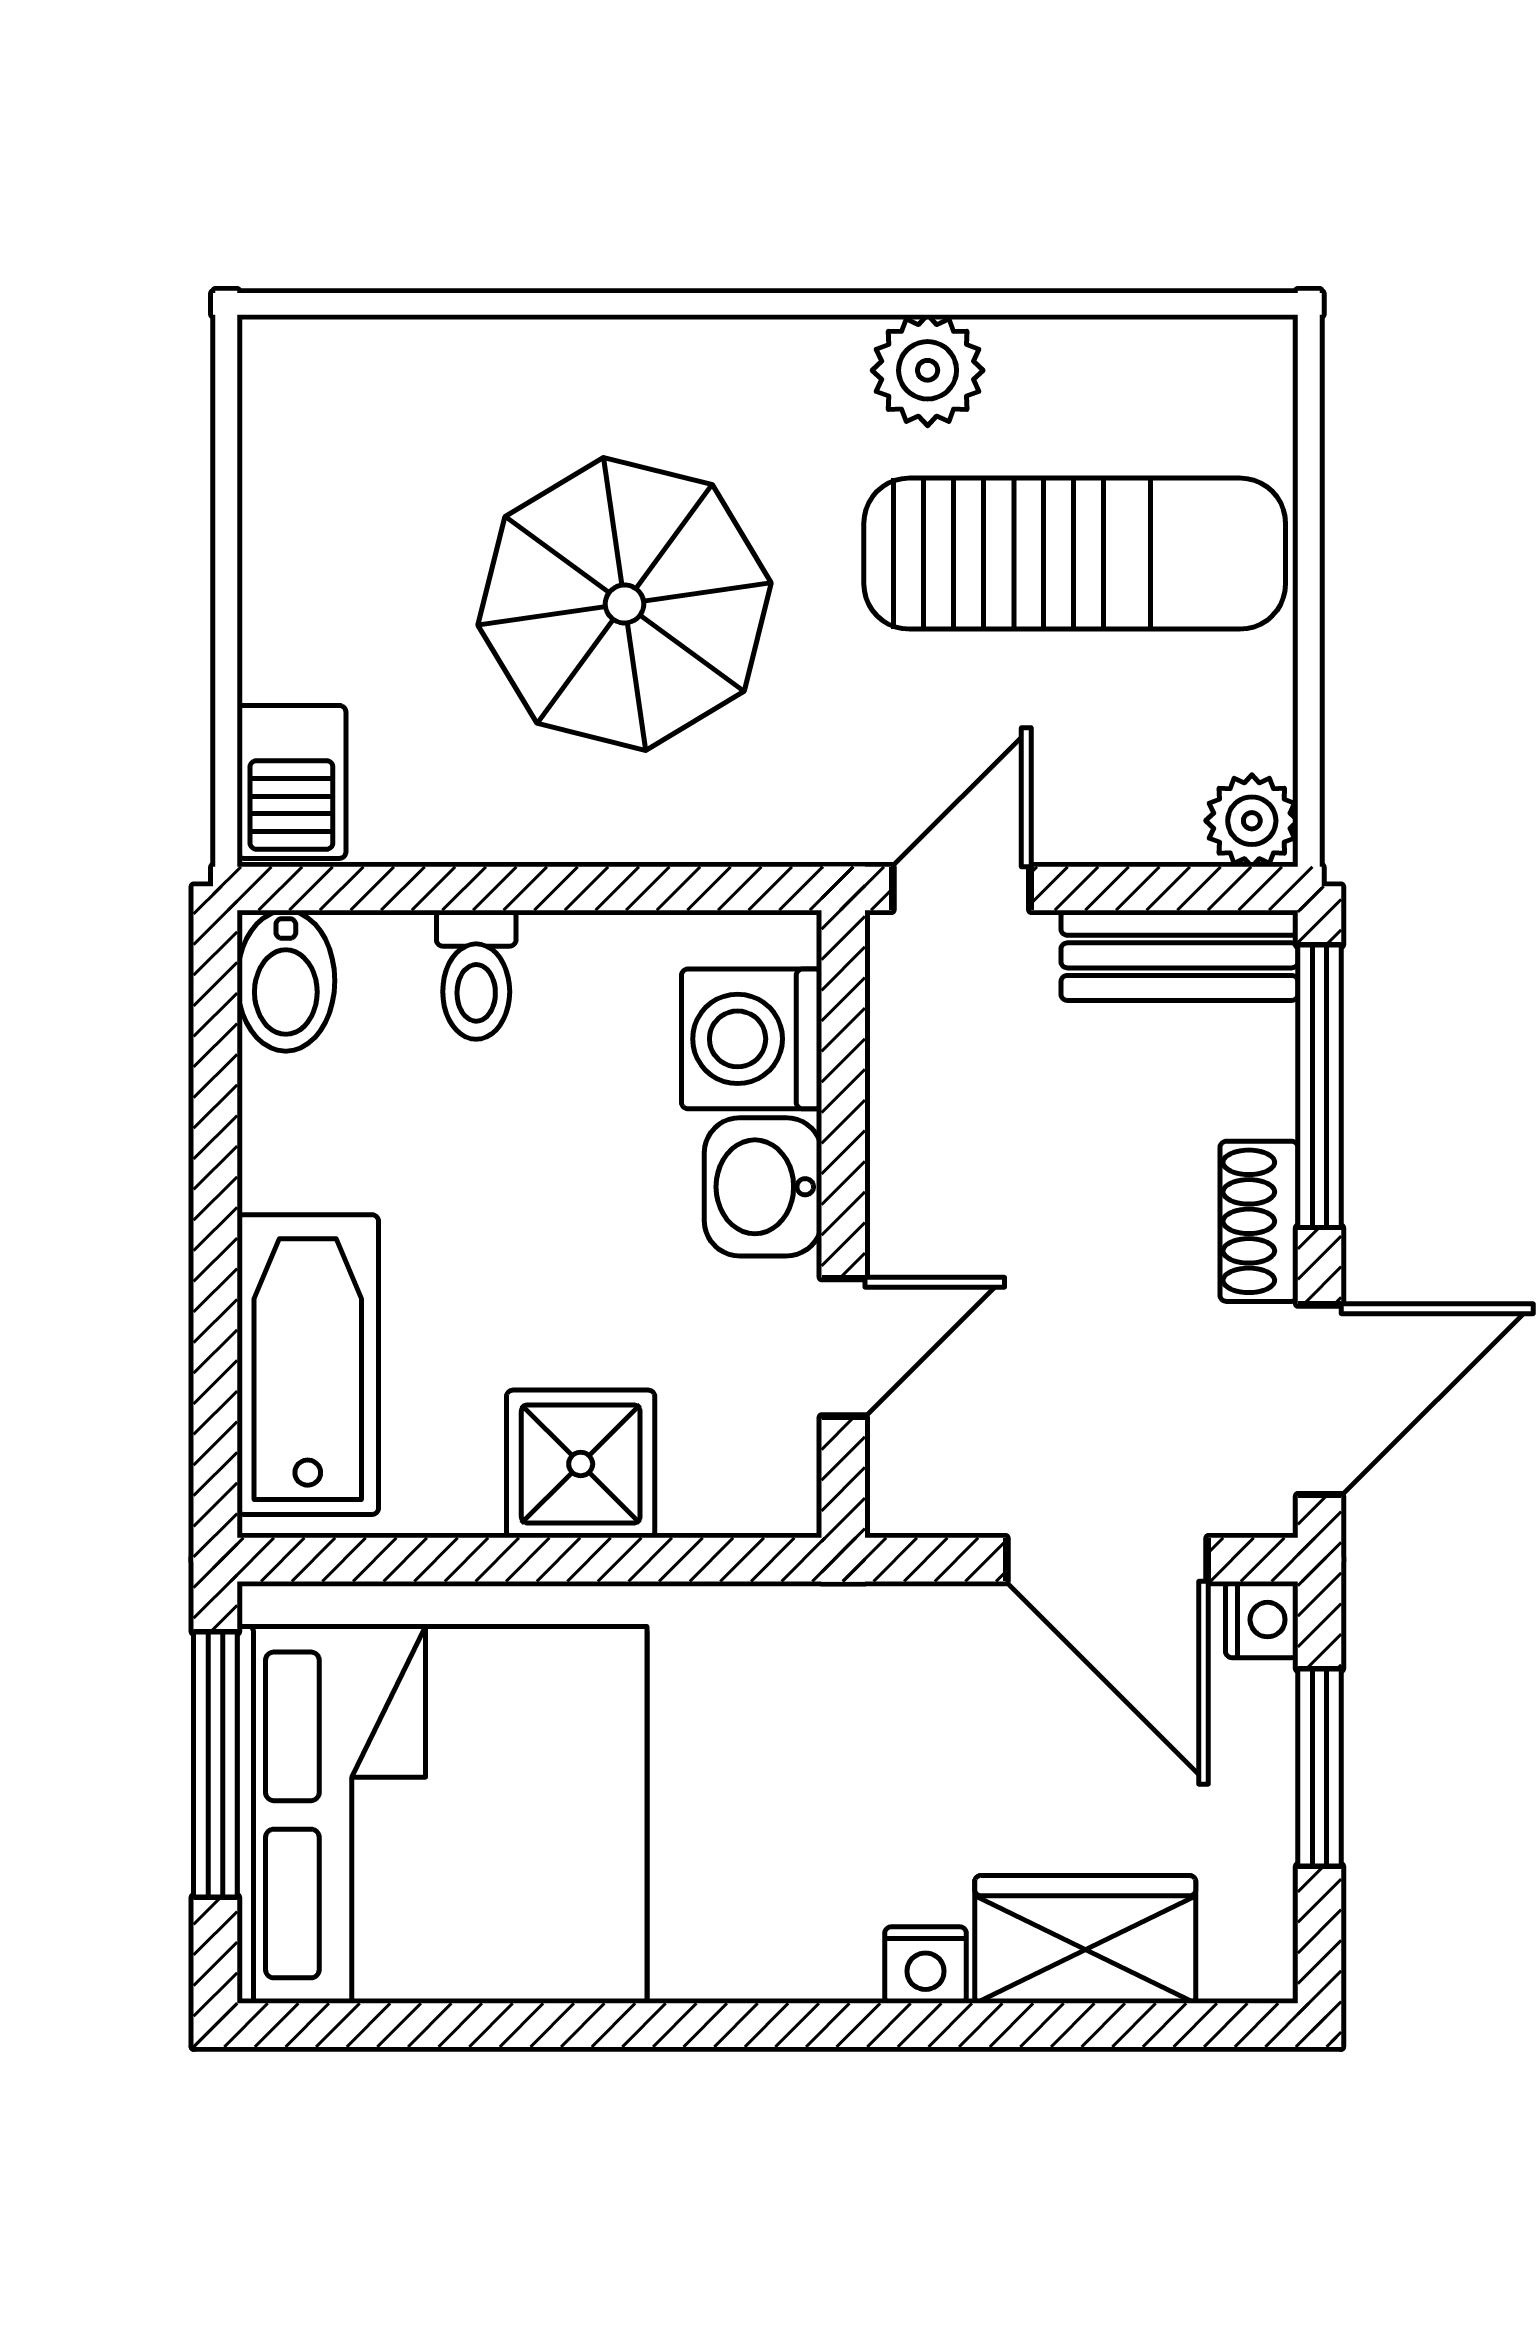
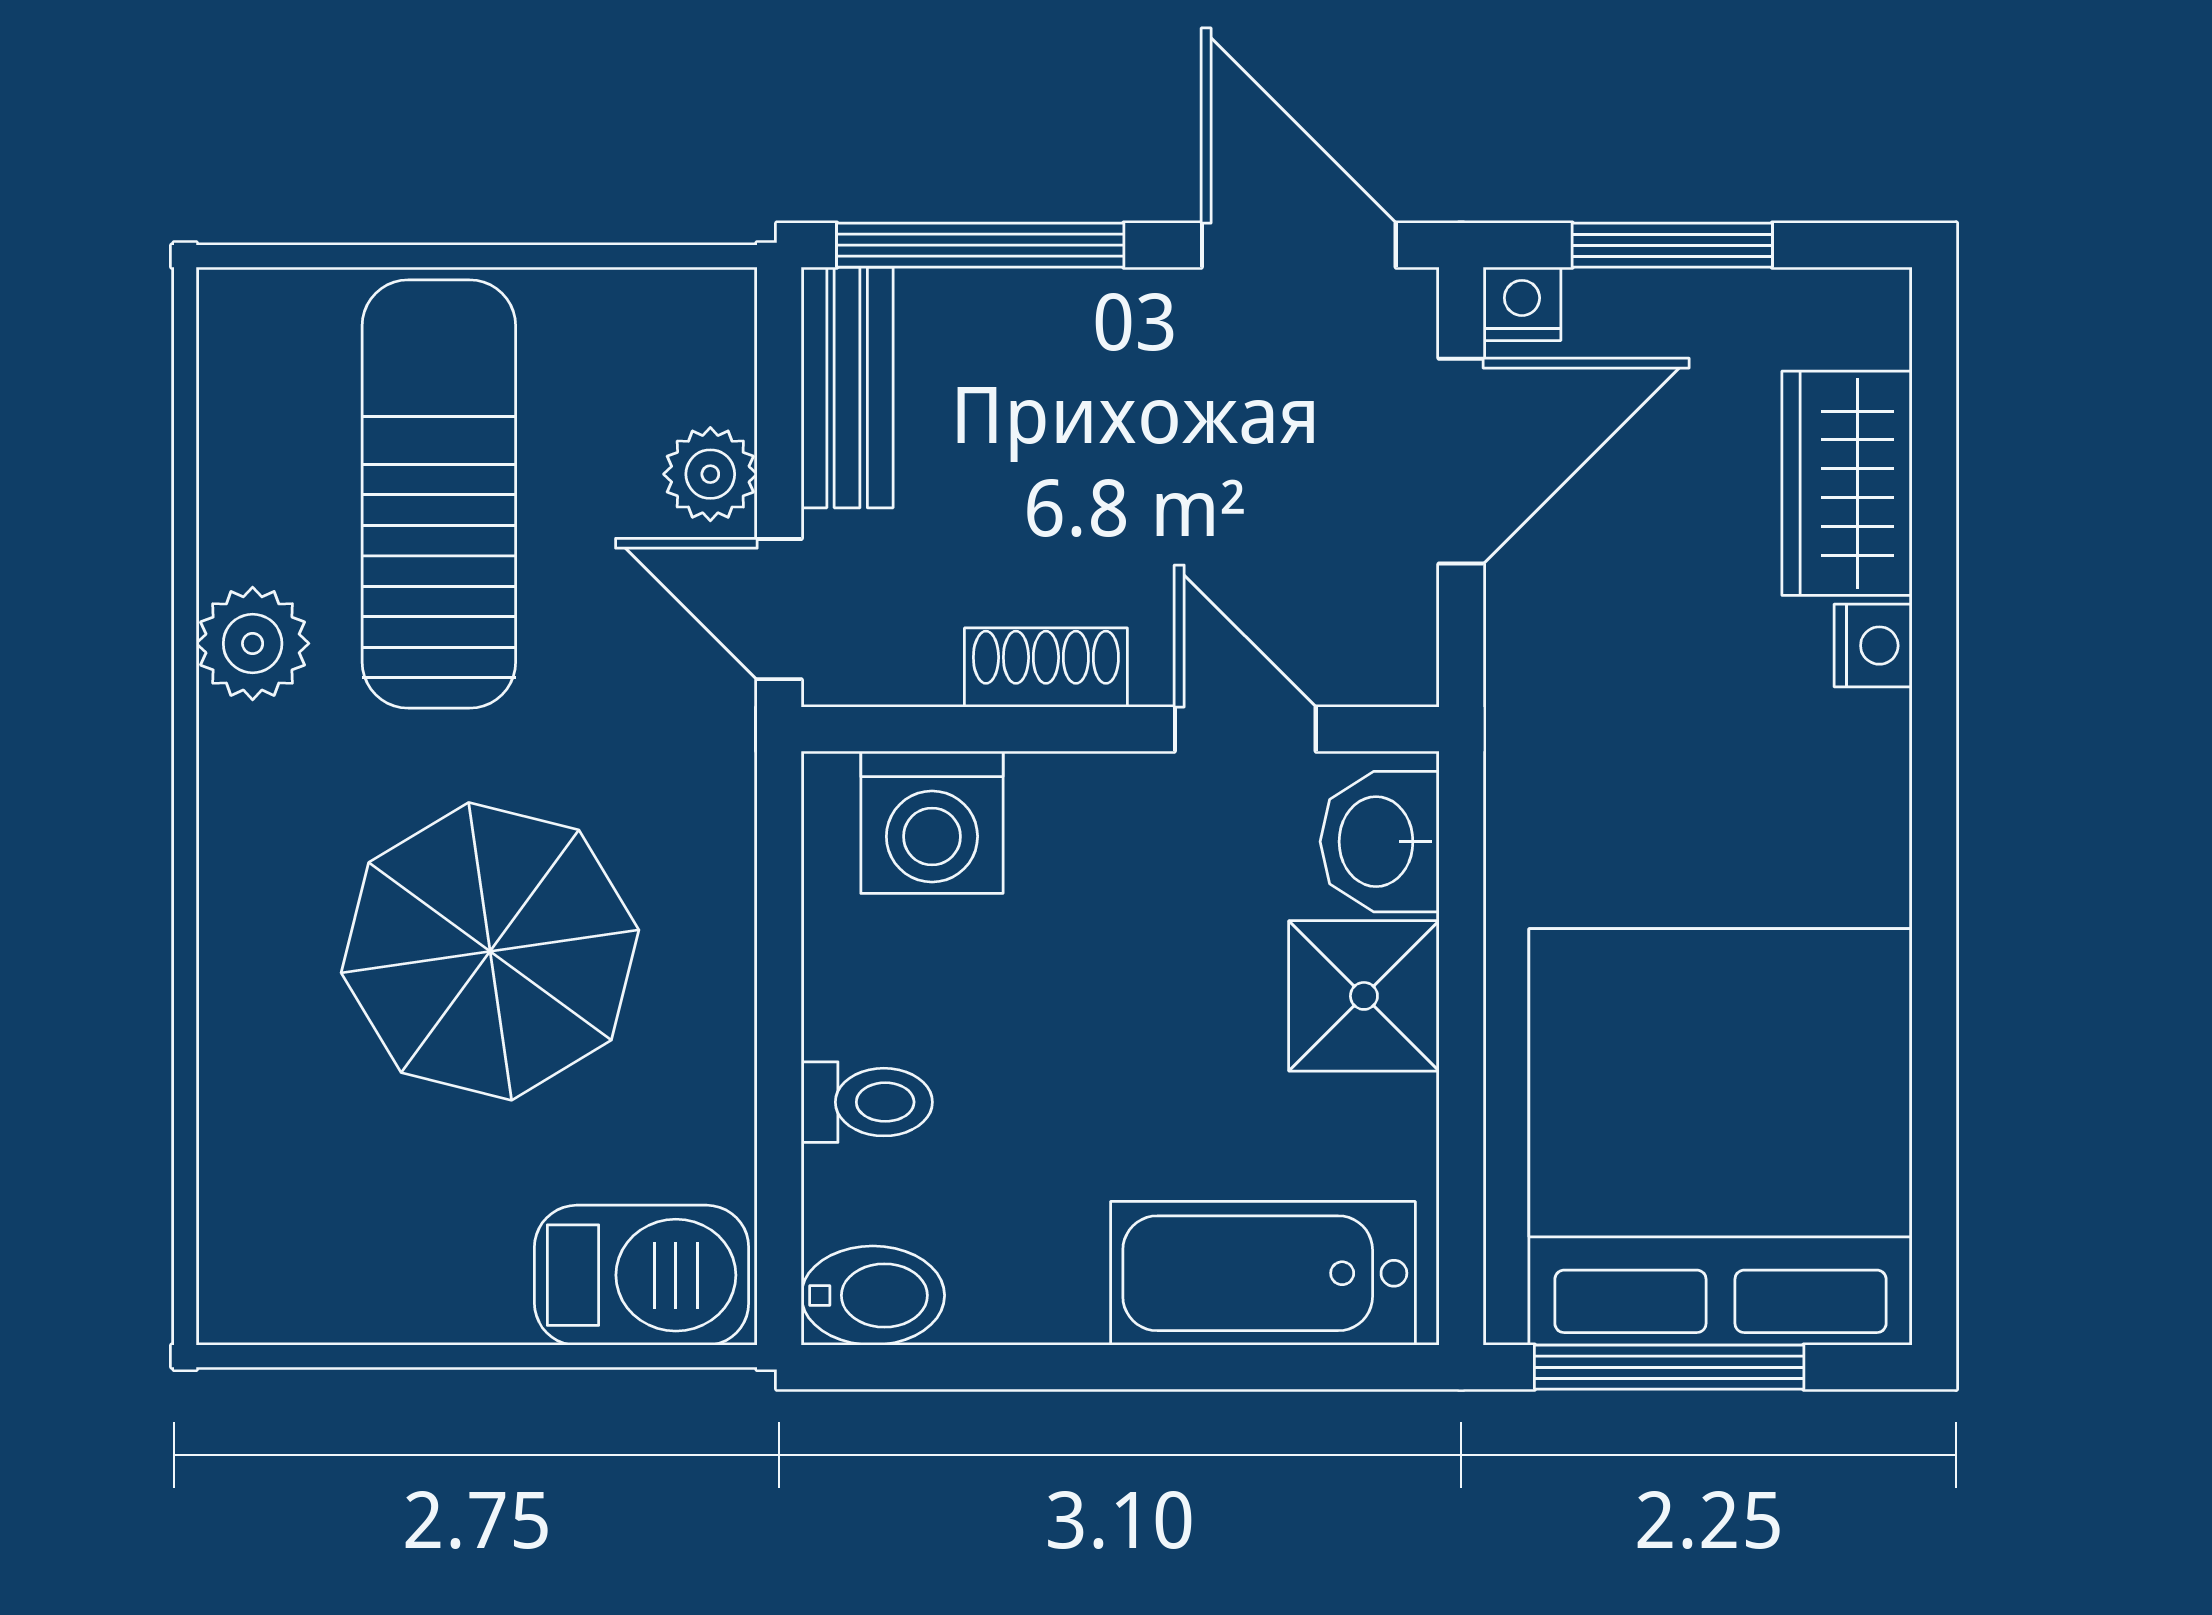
barbecue: (291, 782) -> (642, 1275), width x1.38, depth x1.27
plant: (1252, 821) -> (710, 474), moved
washbasin: (763, 1187) -> (1380, 842), moved, turned 90
shoe rack: (1259, 1221) -> (1046, 668), moved, turned 180

